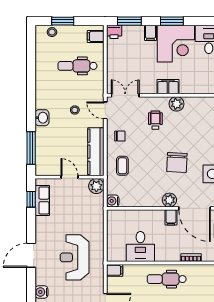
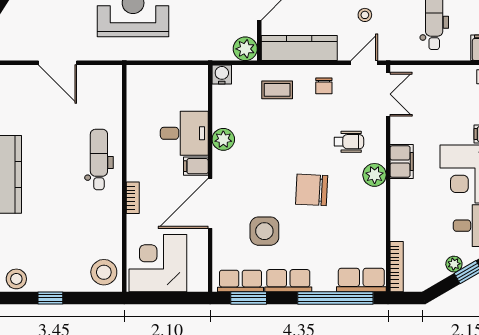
chair: (177, 162) -> (312, 190), moved
plant: (169, 200) -> (223, 139), moved
desk: (140, 247) -> (184, 133), moved, turned 180
filing cabinet: (115, 270) -> (113, 78), removed

